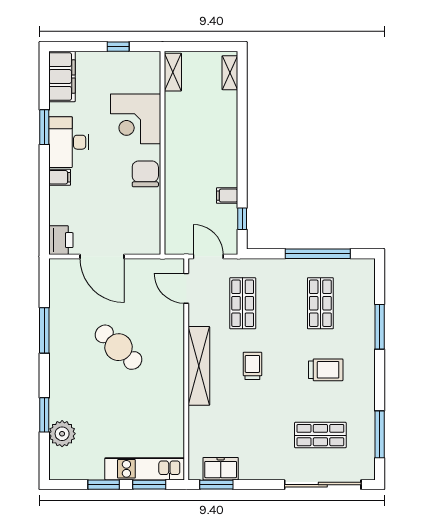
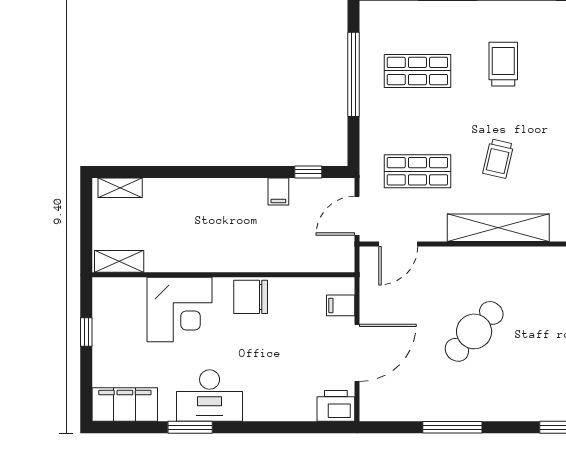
filing cabinet: (60, 177) -> (341, 305), moved, turned -90
trolley: (252, 366) -> (498, 159), turned -77

